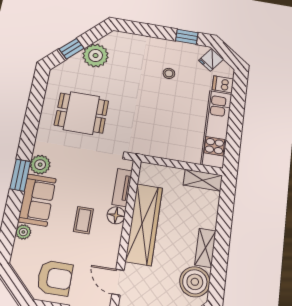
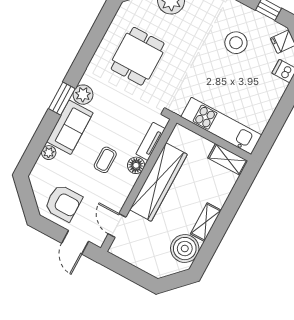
stool: (169, 73) -> (236, 43), width x1.89, depth x1.89
dining table: (81, 113) -> (138, 56), turned 90
kitchen unit: (216, 129) -> (221, 126), moved, turned 90

